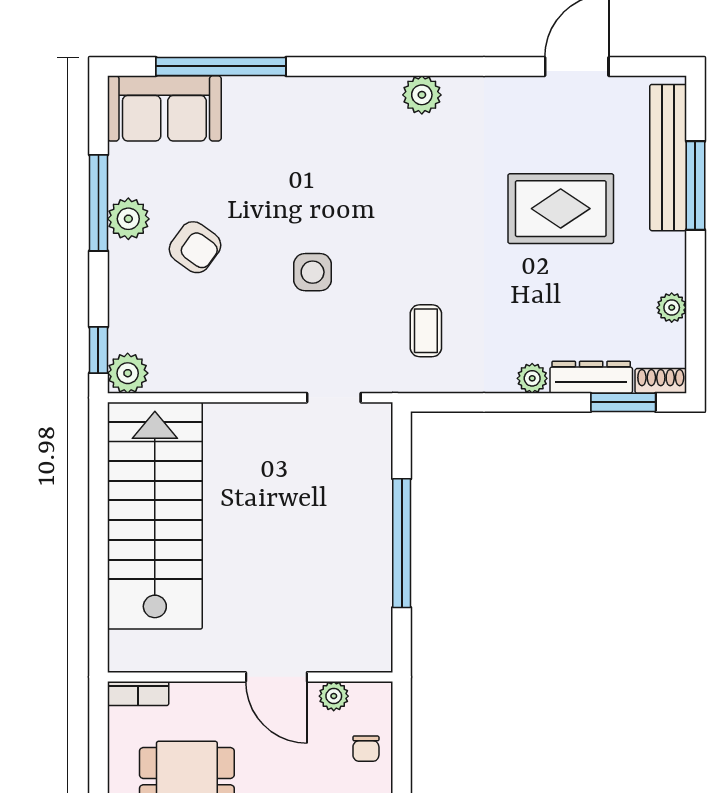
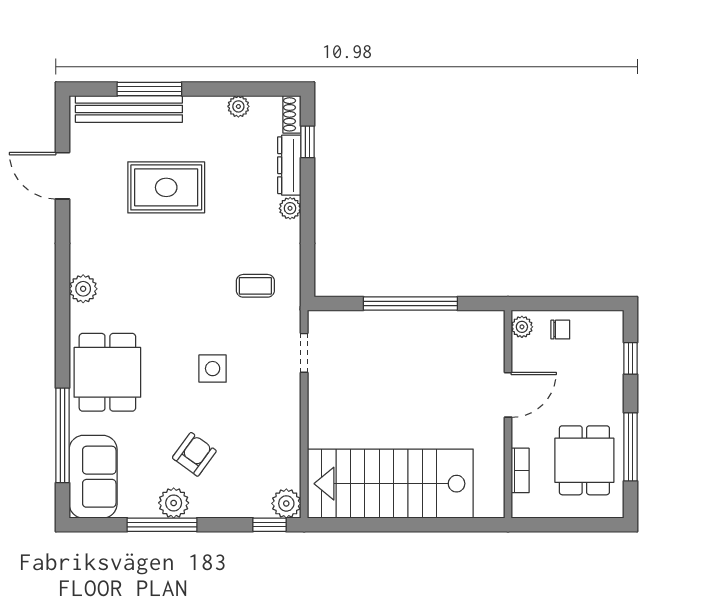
dining table: (307, 128) -> (107, 372), added
rug: (561, 209) -> (166, 187), turned 90
window: (623, 402) -> (308, 142), width x0.67
bookcase: (138, 694) -> (520, 470), moved
plant: (334, 696) -> (522, 327), moved

